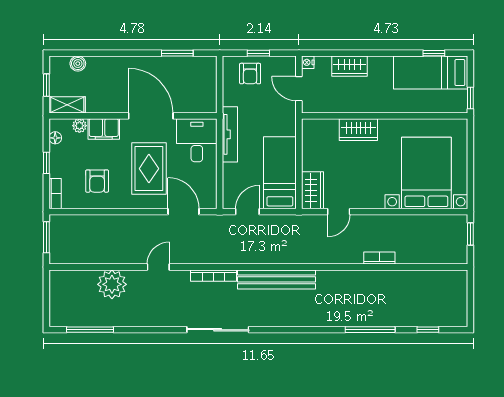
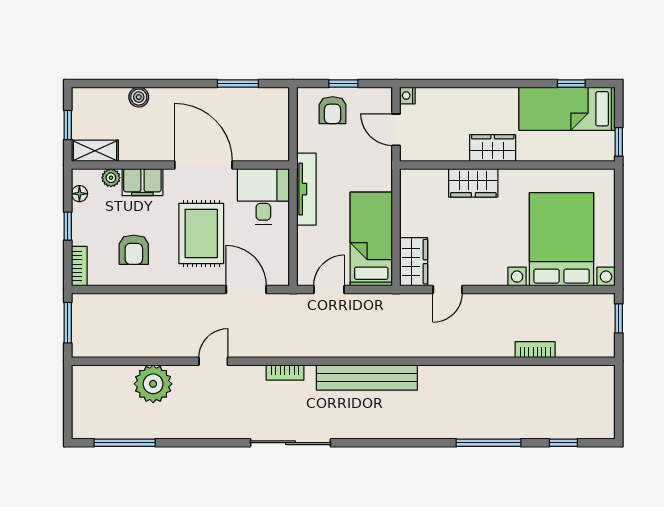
boiler: (78, 64) -> (139, 97), moved
wardrobe: (349, 66) -> (493, 148), moved, turned 180
bookcase: (379, 258) -> (535, 350), moved
bookcase: (213, 276) -> (285, 372), width x0.64

